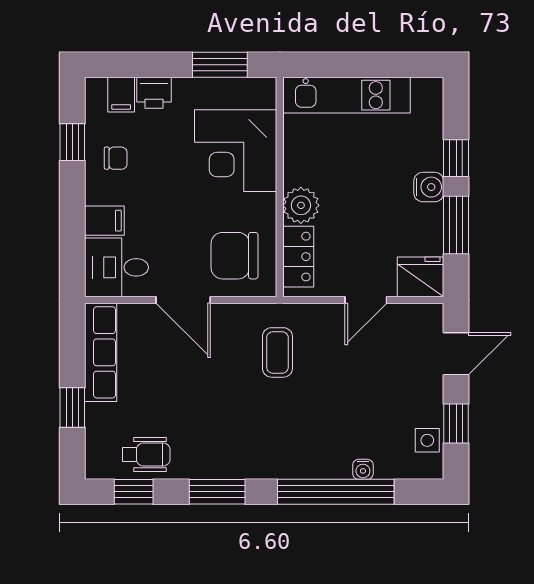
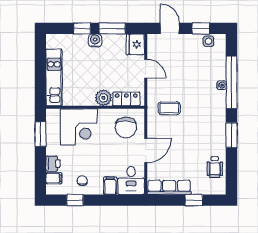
wheelchair: (146, 455) -> (215, 167), turned 180
water cooler: (363, 469) -> (221, 85), moved
window: (134, 492) -> (232, 173), removed

